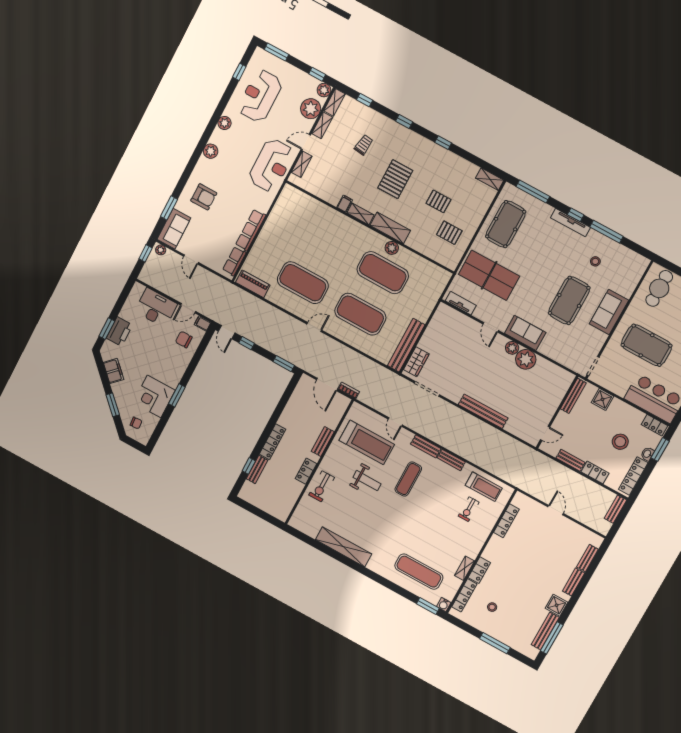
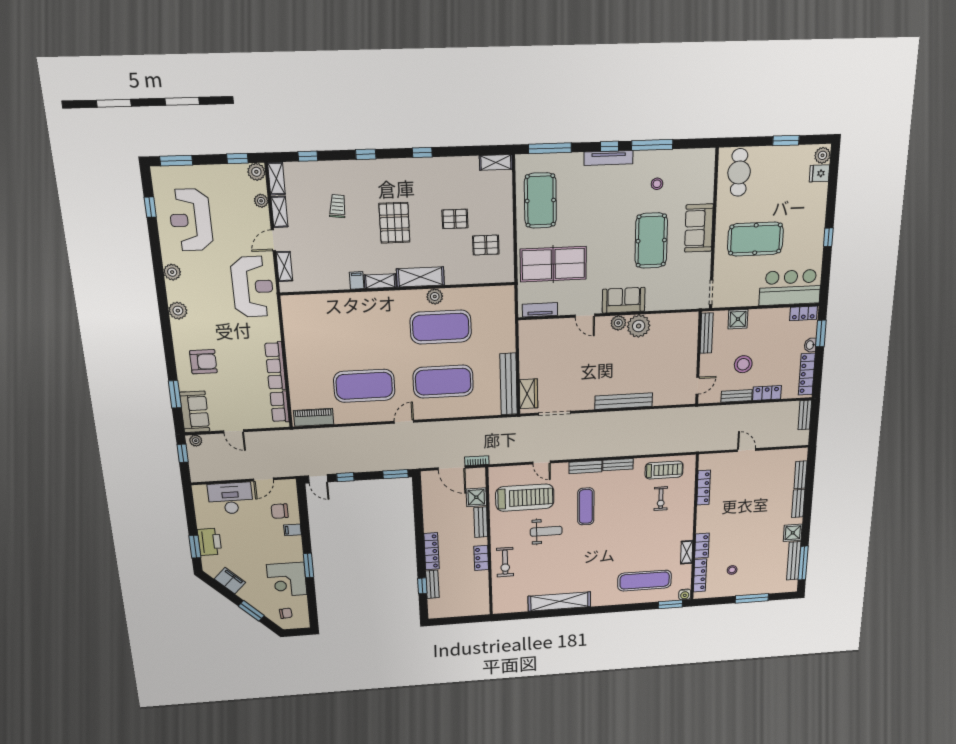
plant: (311, 109) -> (261, 201), width x0.53, depth x0.53
filing cabinet: (203, 323) -> (293, 530), moved
shower: (331, 419) -> (476, 497), added
stool: (620, 442) -> (743, 364), moved

